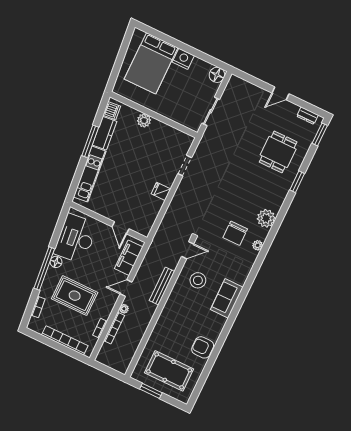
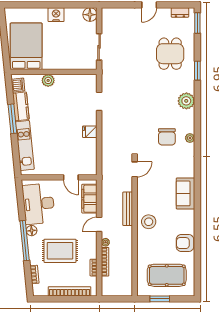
bed: (151, 63) -> (26, 46), moved, turned 180
plant: (266, 218) -> (186, 101), moved
stool: (198, 280) -> (149, 222), moved

